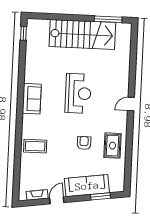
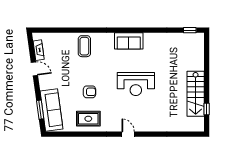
window: (108, 19) -> (207, 109), width x0.46
stairs: (82, 34) -> (196, 94), width x0.73, depth x0.66
sofa: (87, 186) -> (51, 110), moved

